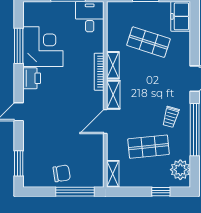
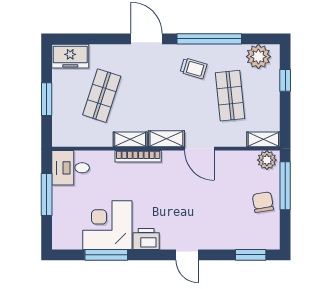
plant: (96, 177) -> (267, 160), added

